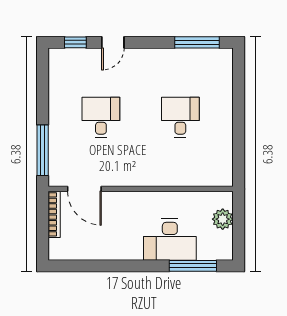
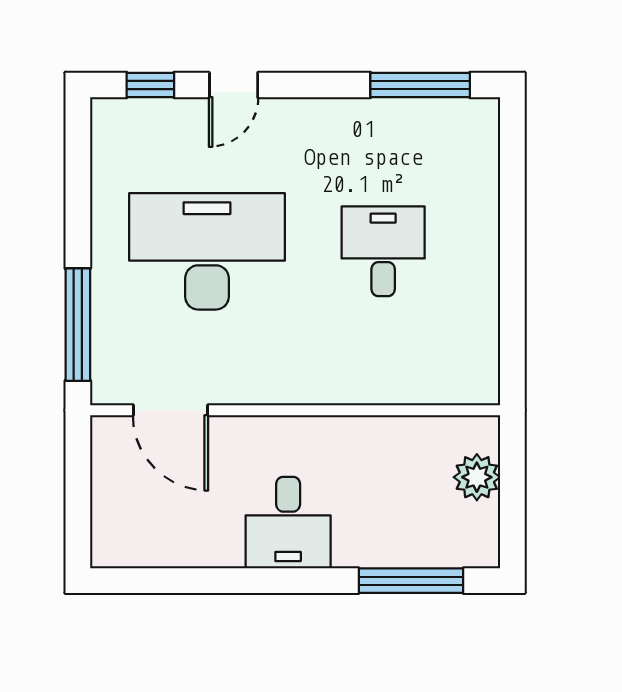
desk: (101, 117) -> (207, 251), width x1.87, depth x1.30
bookcase: (54, 214) -> (103, 467), removed
desk: (170, 240) -> (288, 523), moved, width x0.73

